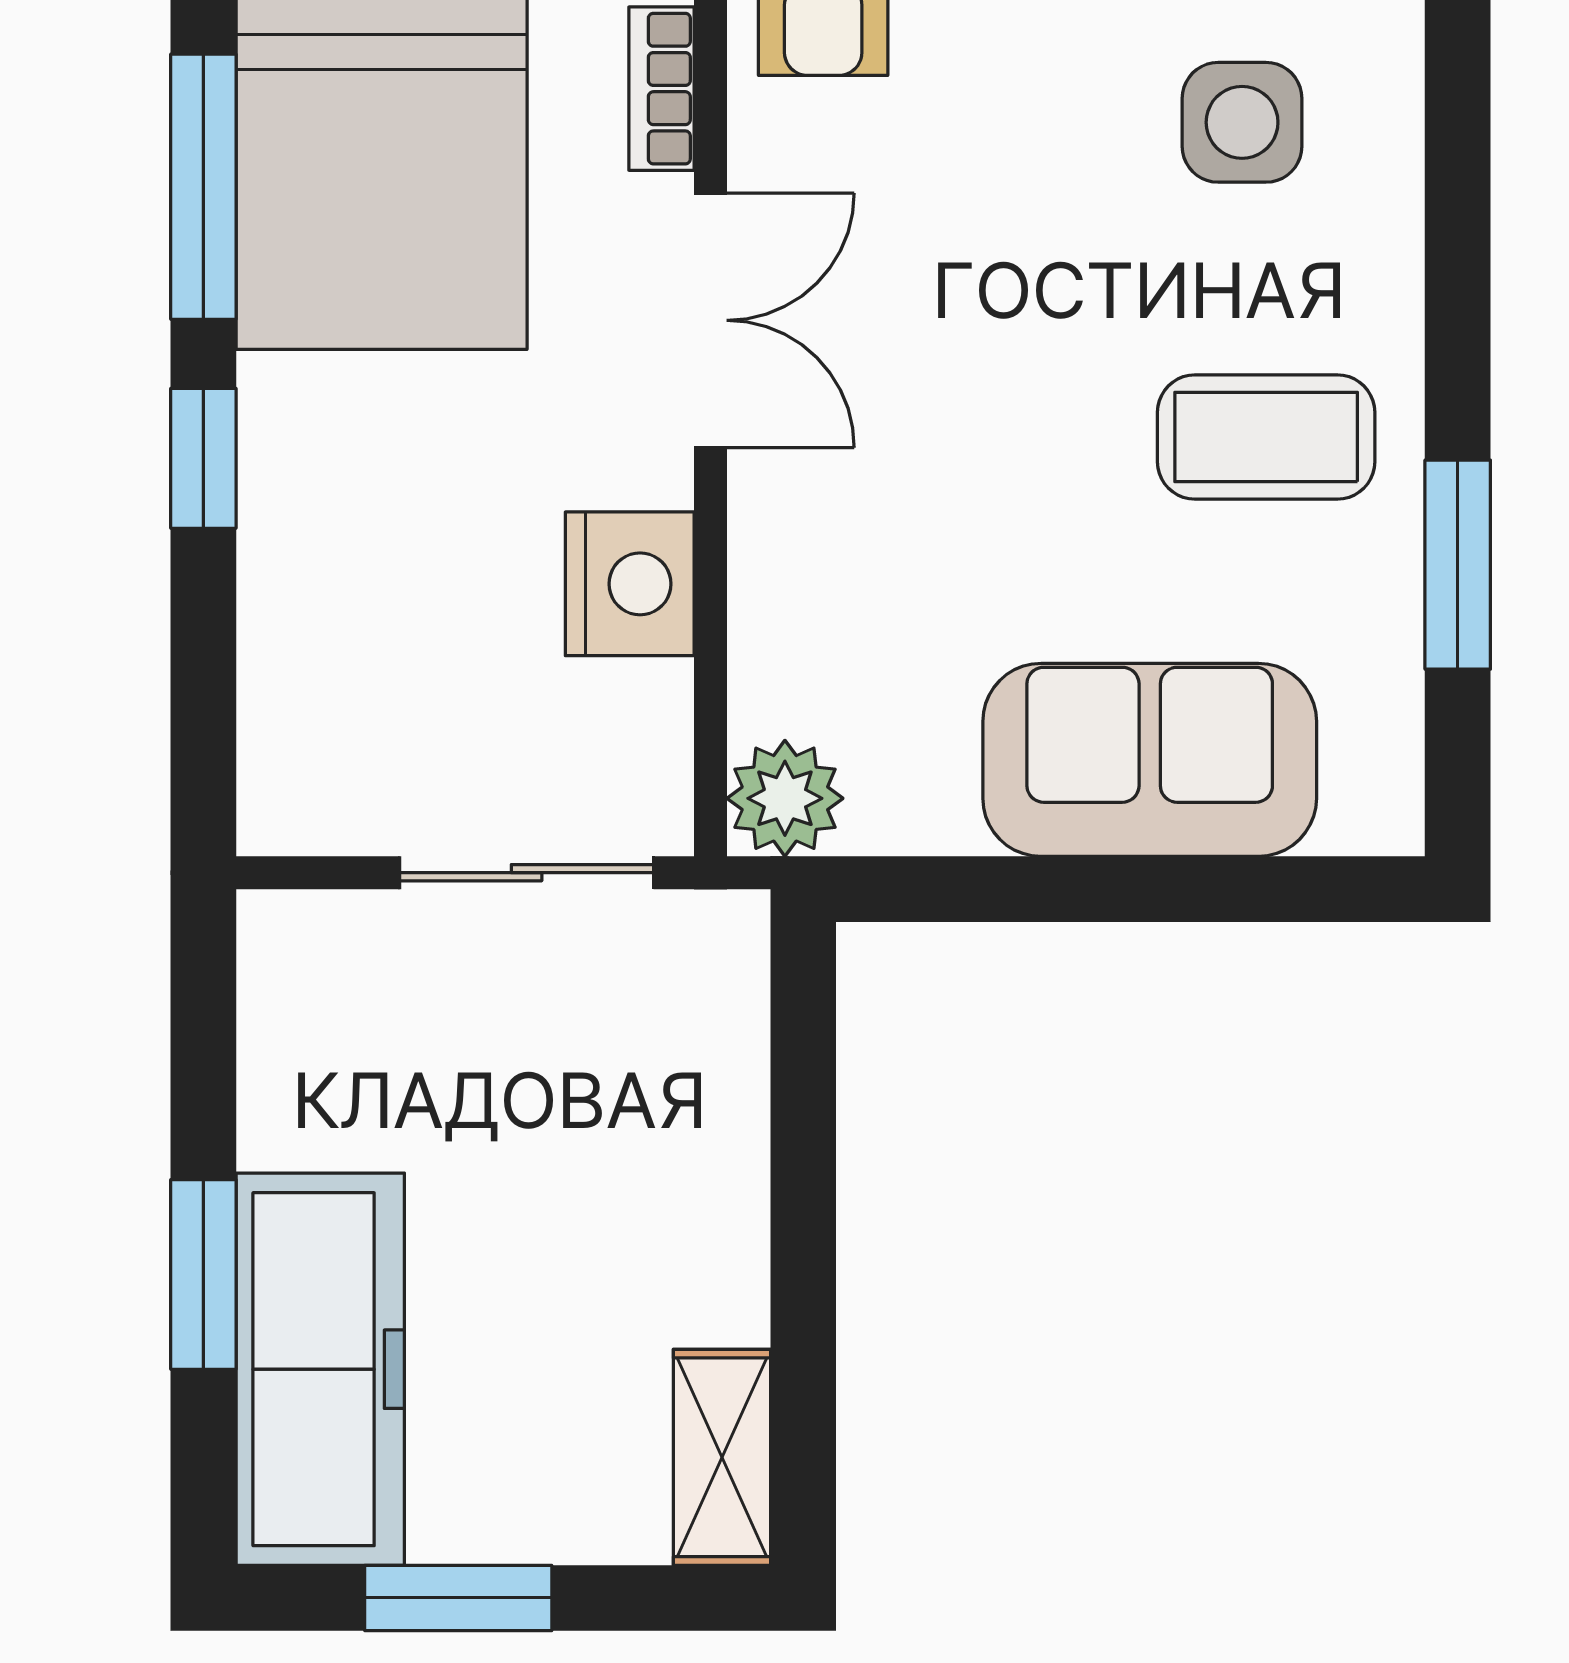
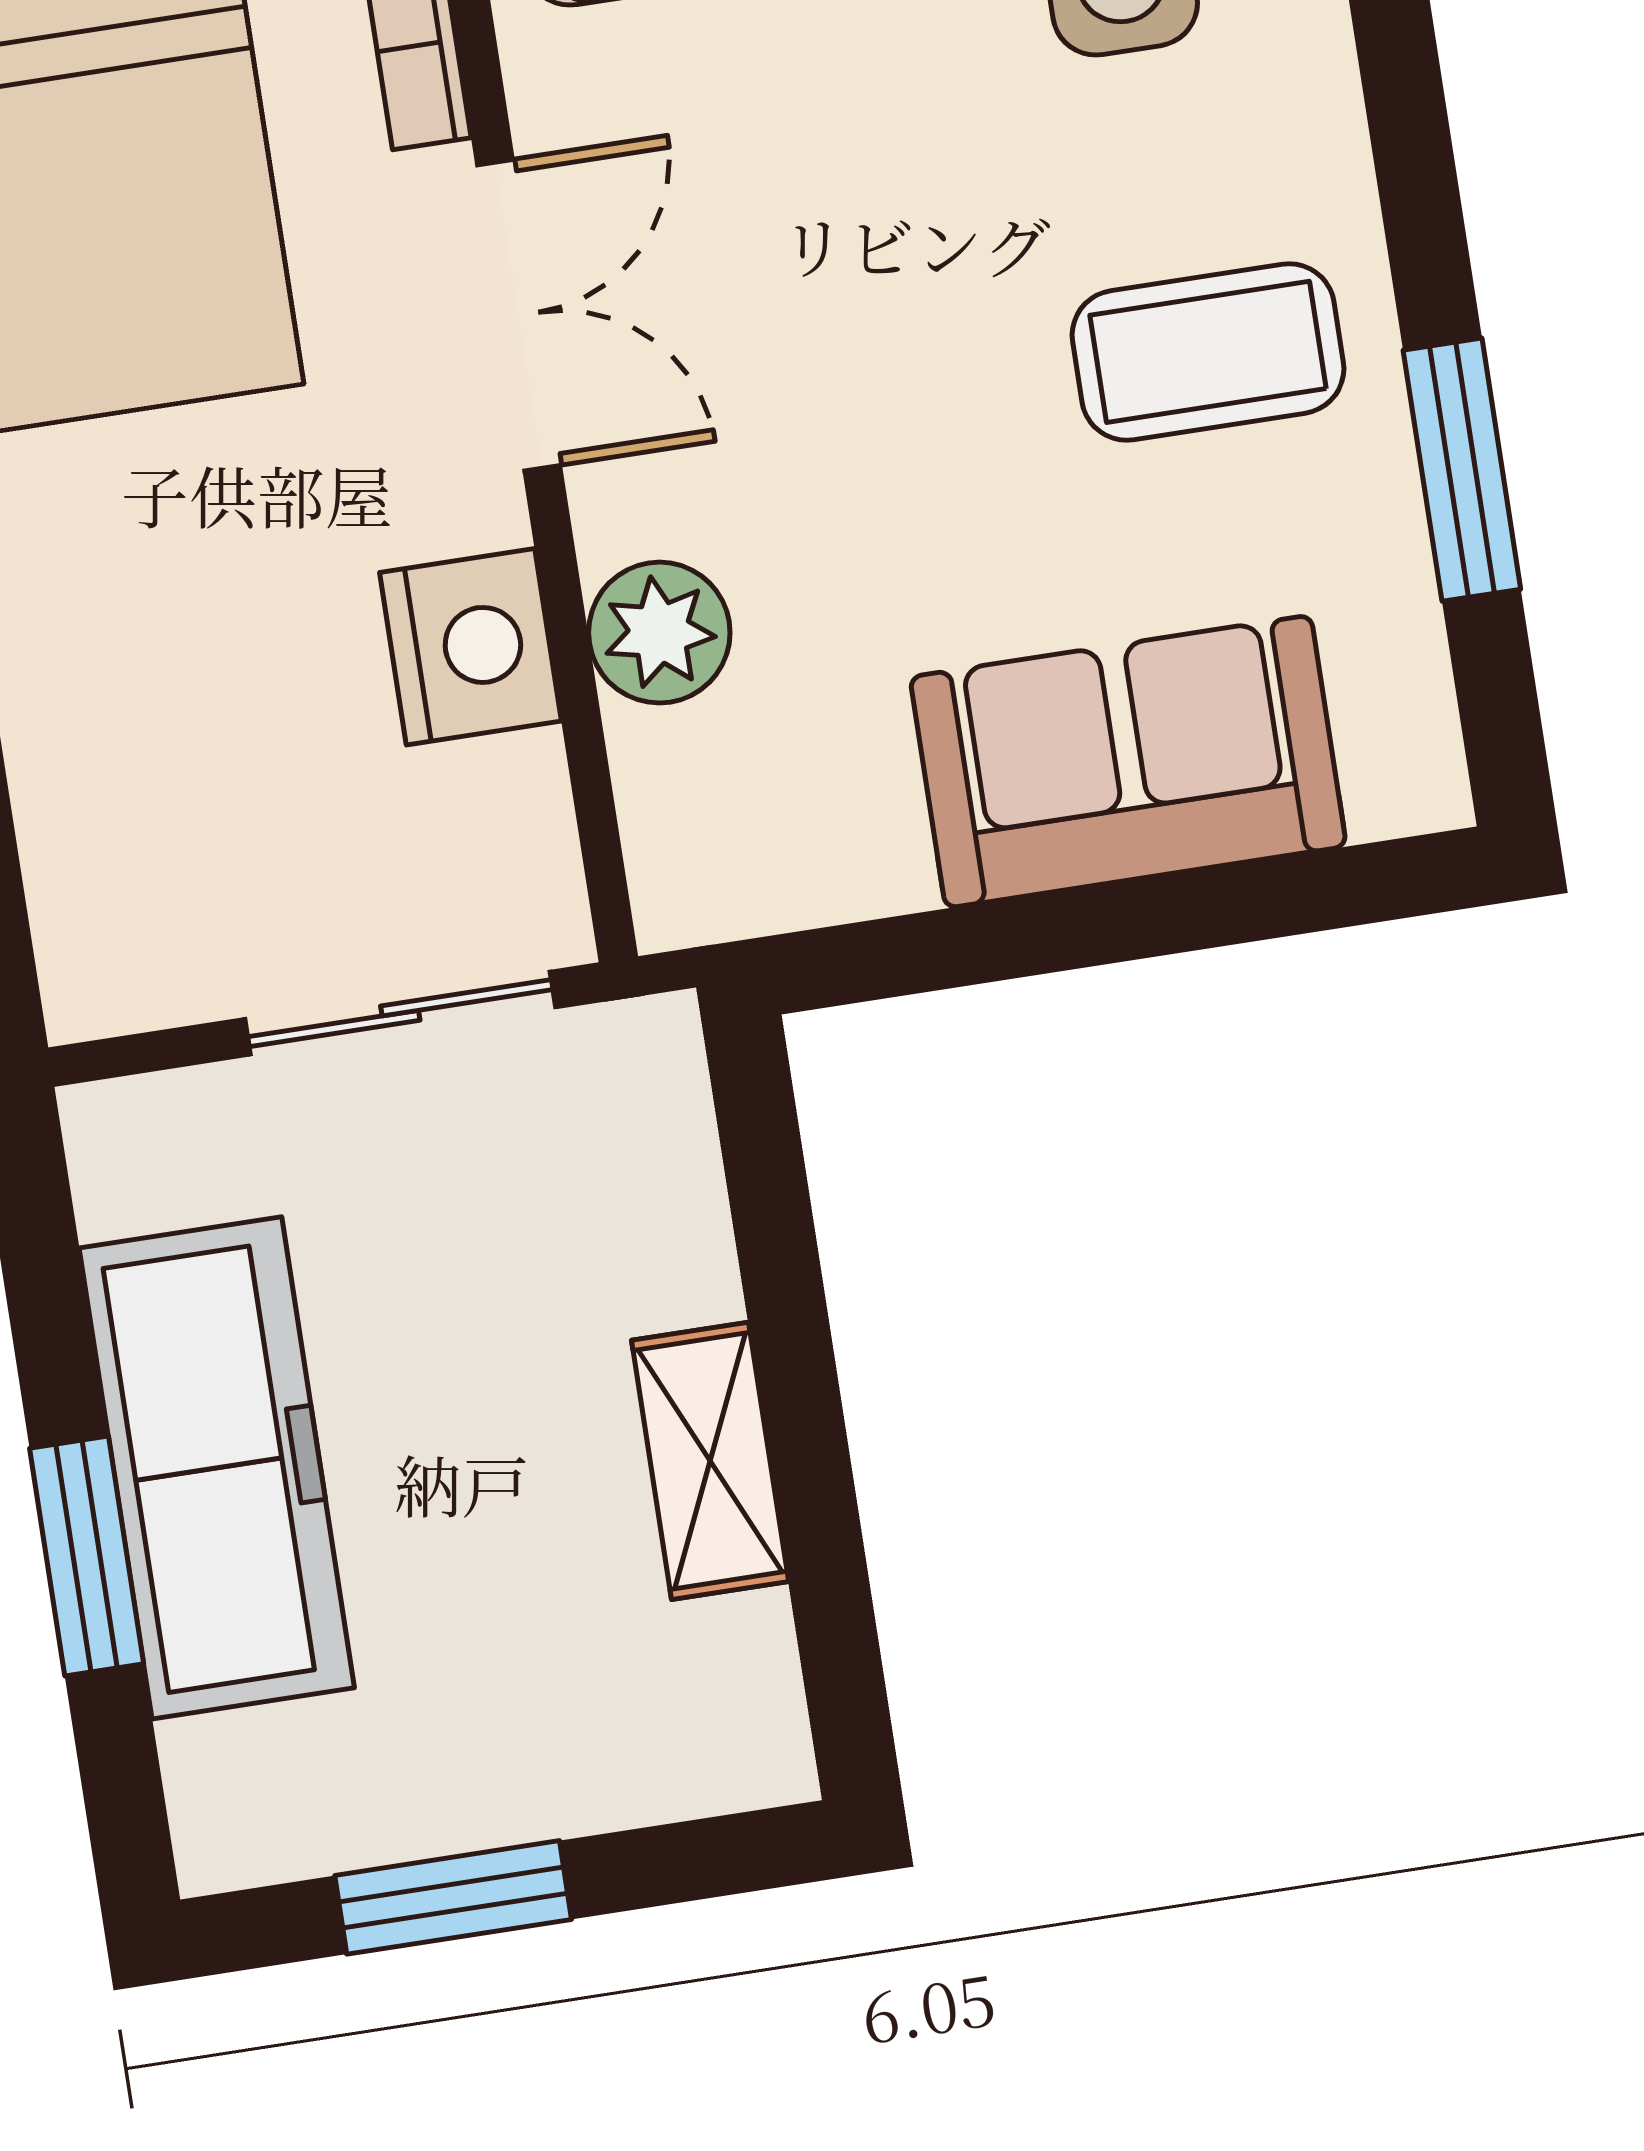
plant: (785, 798) -> (659, 633), moved
freezer: (320, 1369) -> (217, 1468), moved
shelving: (722, 1457) -> (710, 1461), moved

